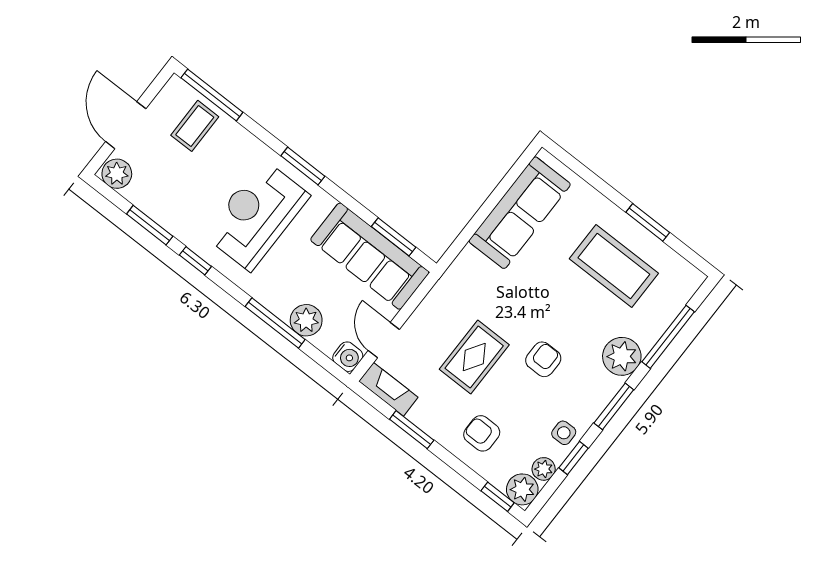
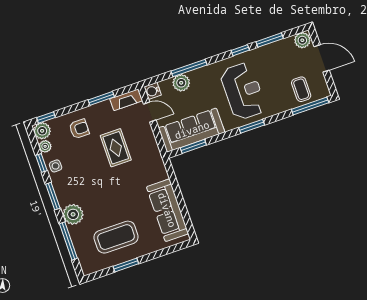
armchair: (543, 359) -> (95, 178), removed

